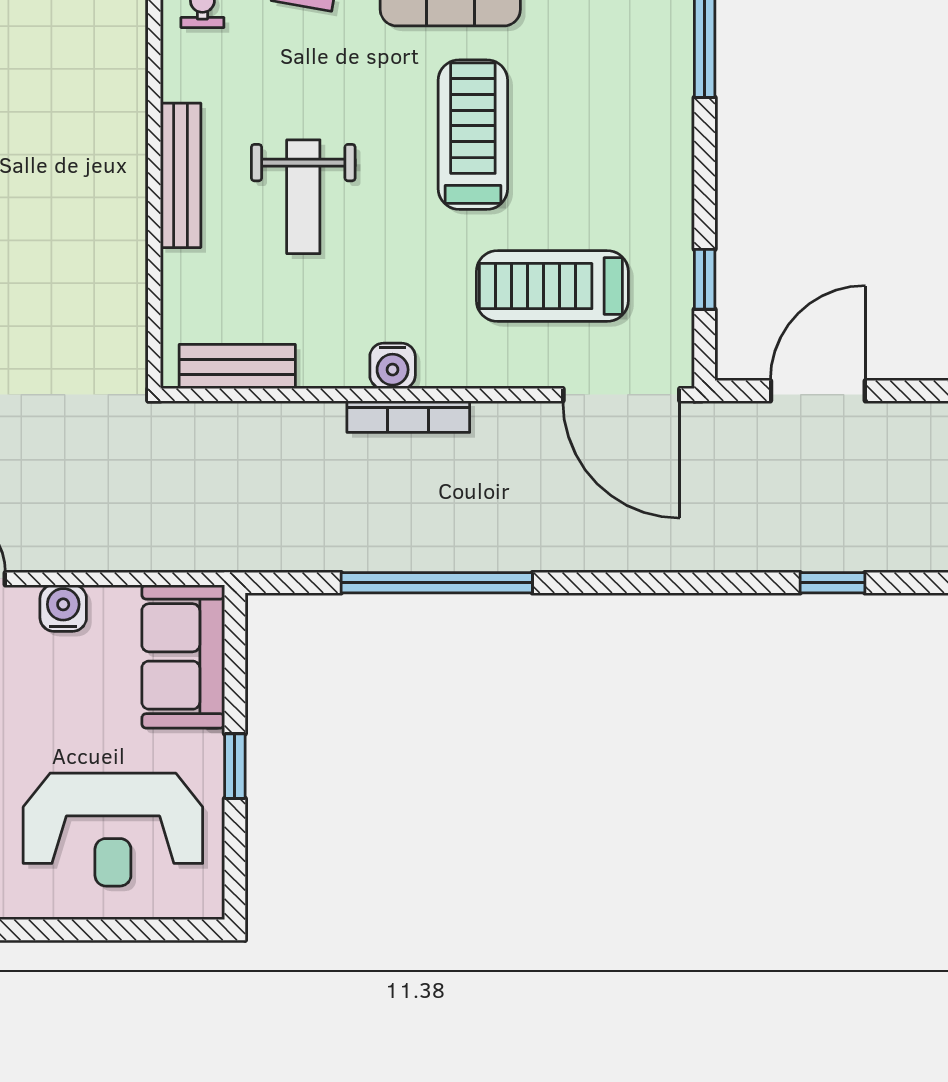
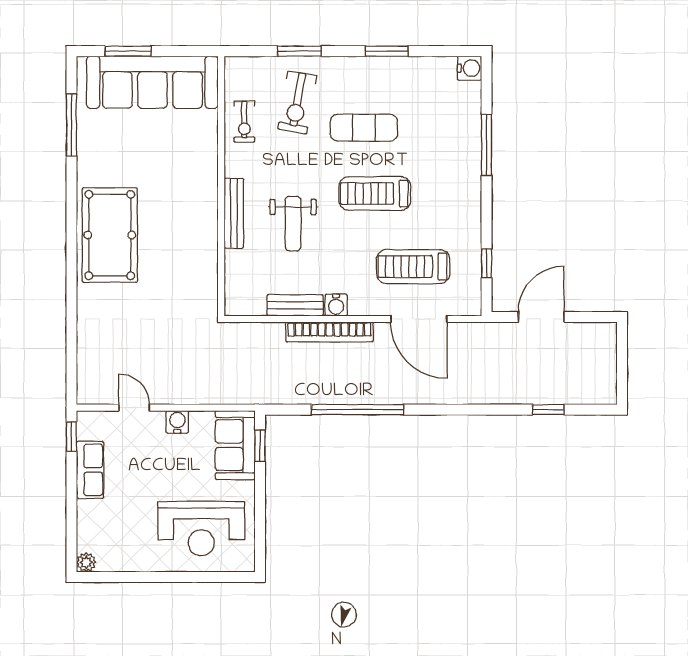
treadmill: (473, 135) -> (375, 193), turned -90
bench: (237, 367) -> (295, 305), moved
door: (621, 395) -> (419, 319), moved
bookcase: (408, 417) -> (329, 332), width x1.48, depth x1.31
window: (235, 766) -> (260, 446), moved

